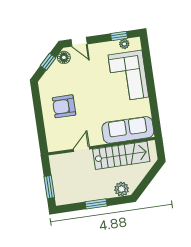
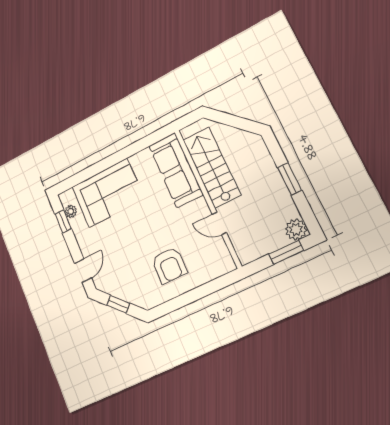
floor lamp: (64, 57) -> (107, 285), removed
plant: (122, 189) -> (296, 229), moved

